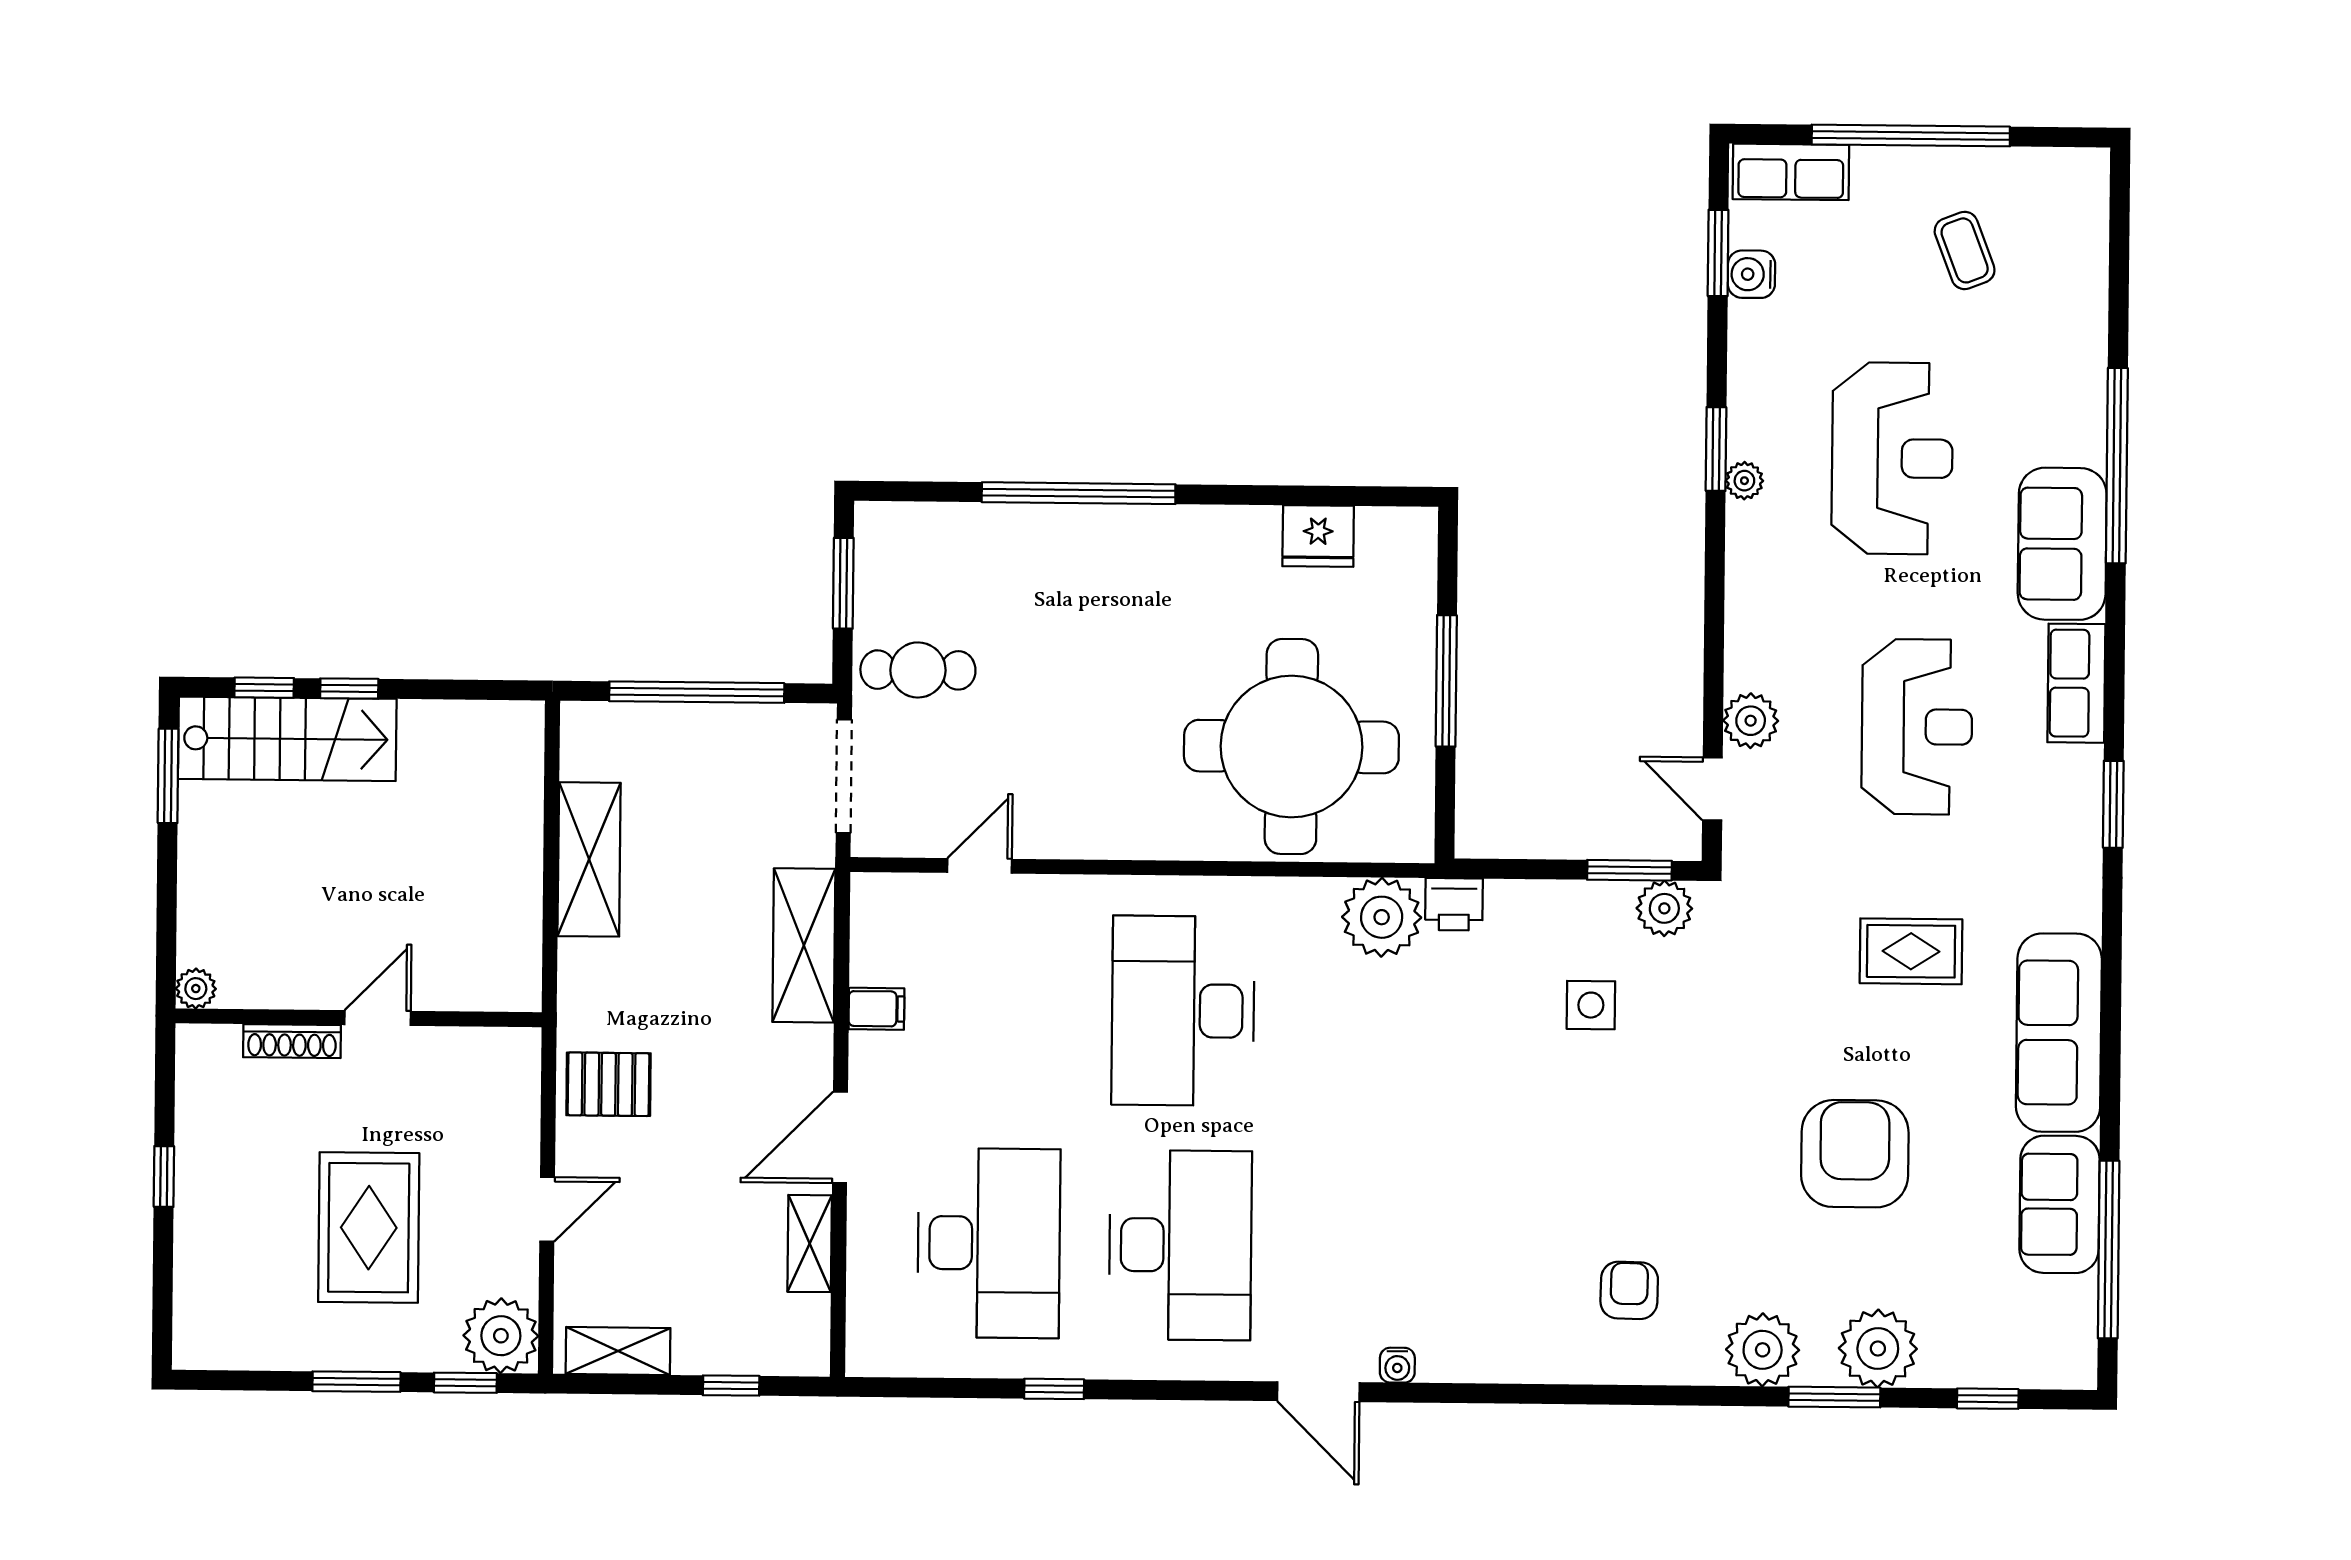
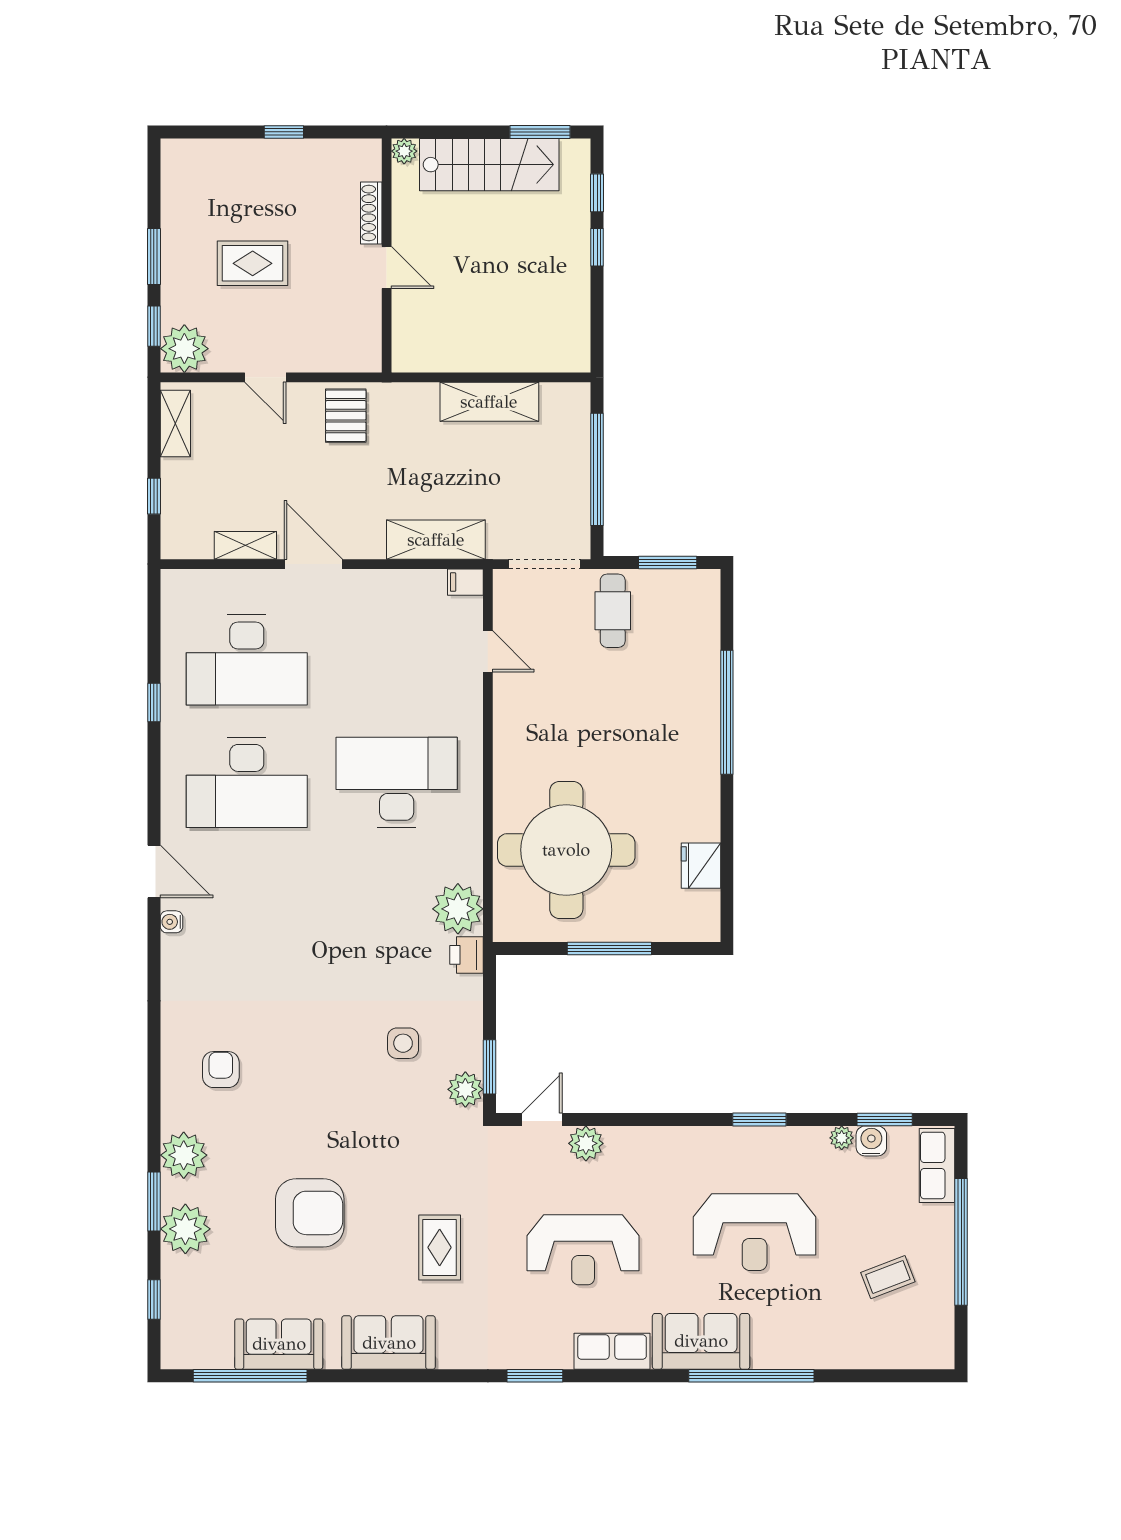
plant: (1744, 481) -> (842, 1138), moved
stairs: (287, 739) -> (489, 165), moved, turned -90
filing cabinet: (876, 1009) -> (465, 582), moved, turned 90
sofa: (2059, 1033) -> (389, 1343), width x0.73
rug: (369, 1228) -> (253, 263), width x0.73, depth x0.70
armchair: (1629, 1290) -> (221, 1070), turned -91
door: (1318, 1392) -> (154, 872), swing flipped

